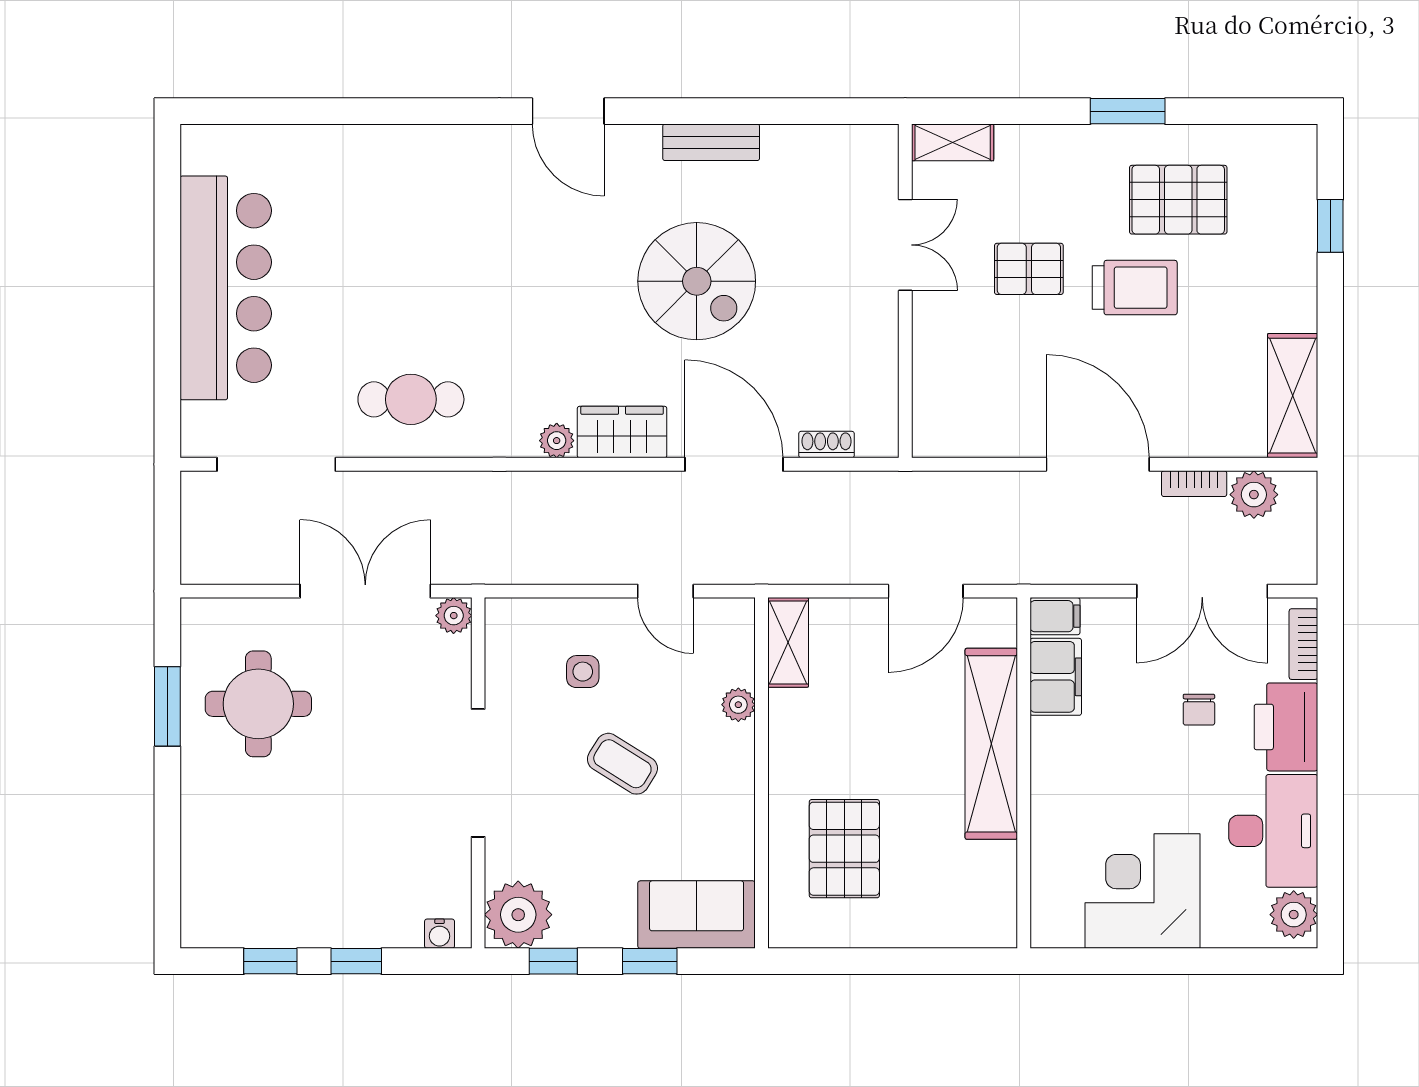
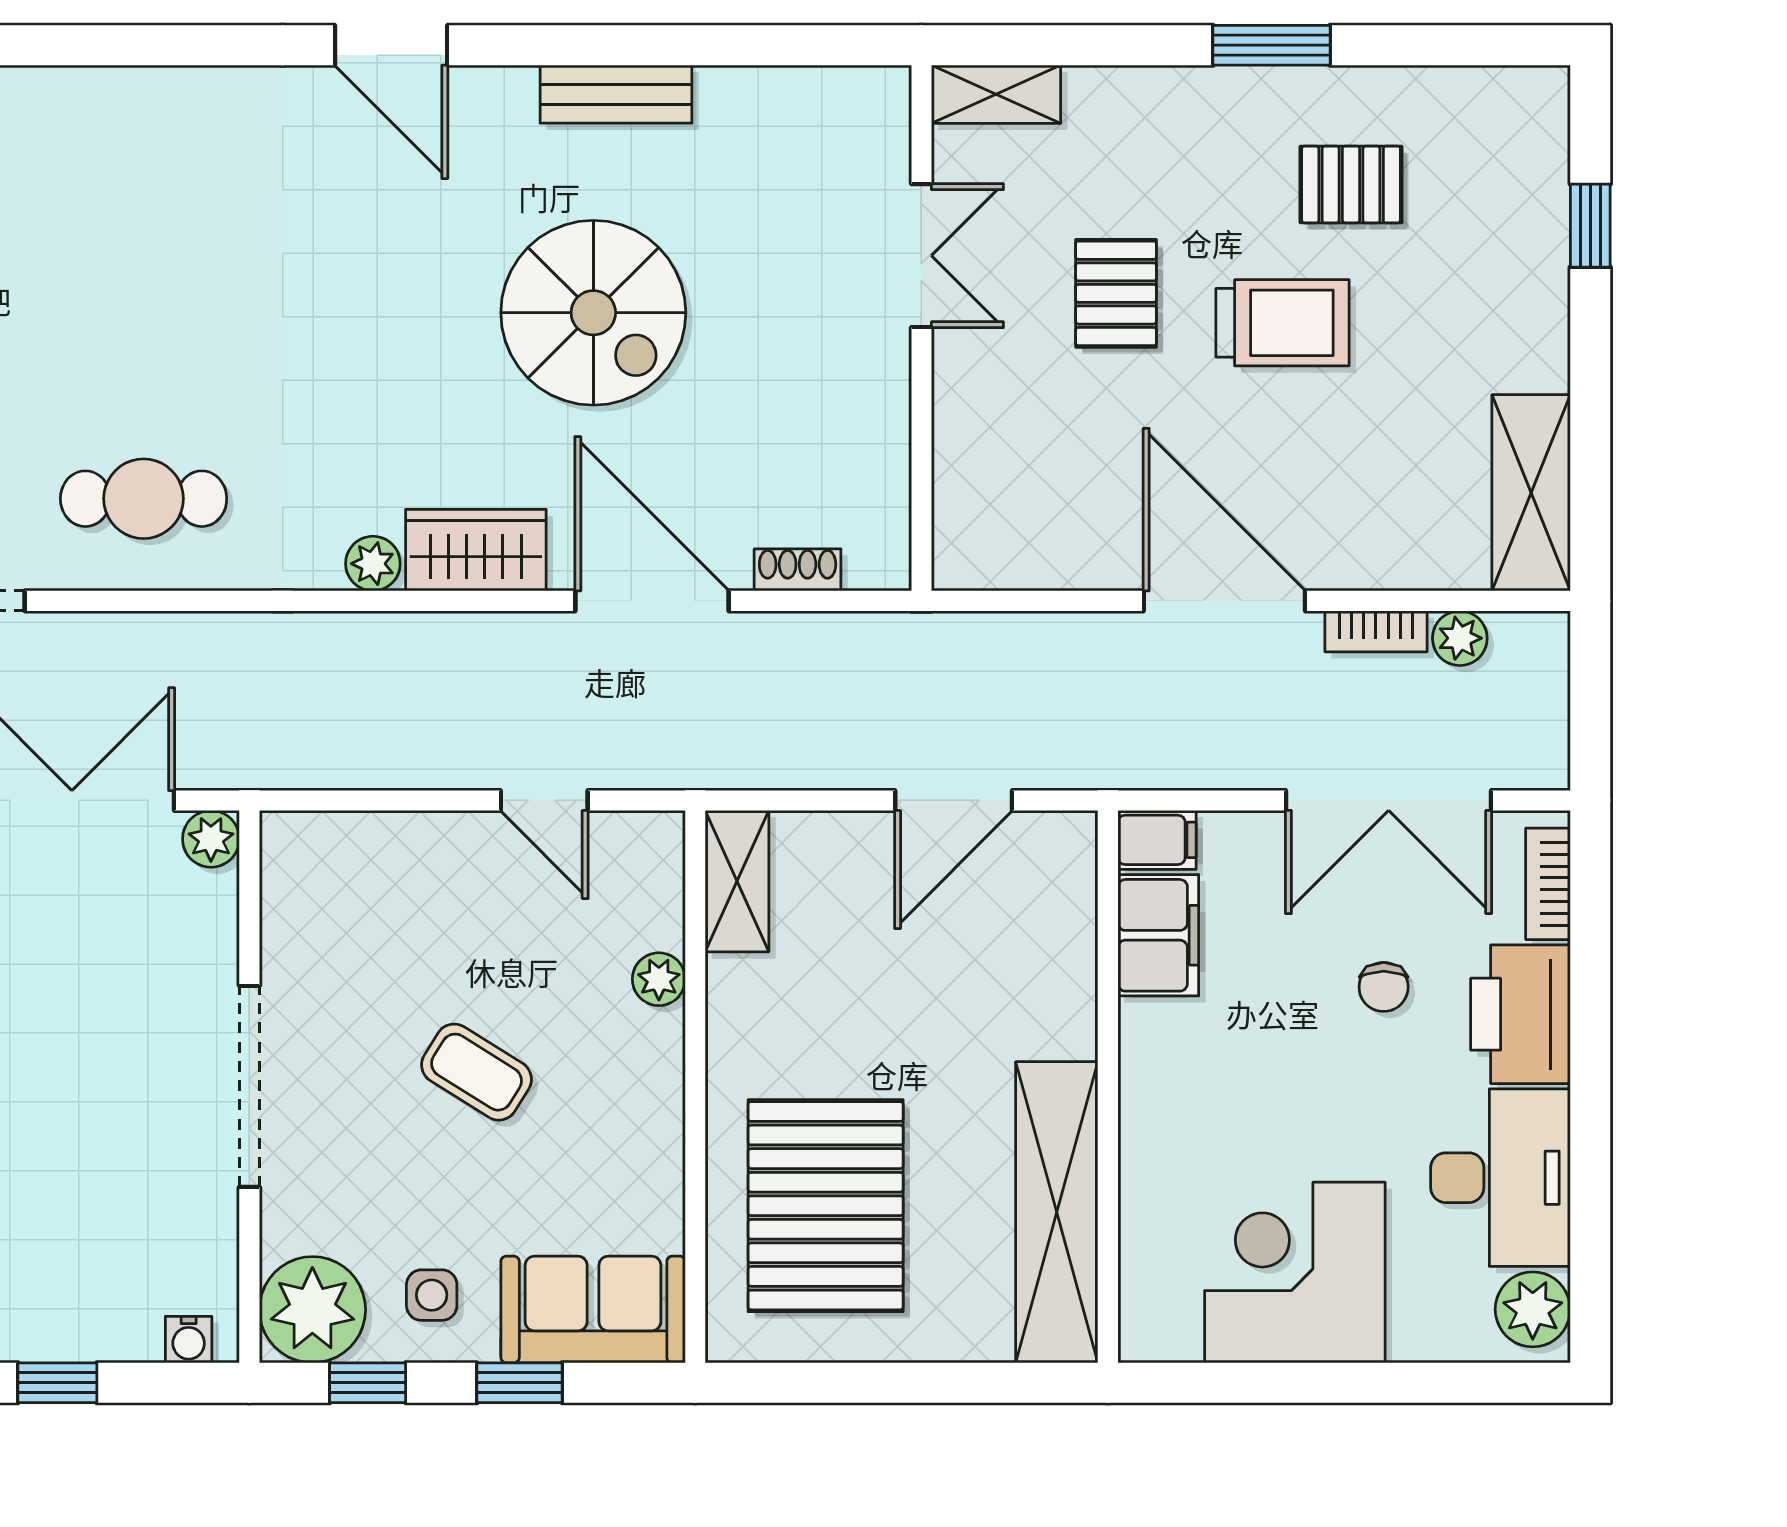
pallet: (1178, 200) -> (1351, 184), width x0.67, depth x0.71
pallet: (1029, 269) -> (1116, 293), turned 90
plant: (1254, 495) -> (1460, 638), width x0.73, depth x0.73
side table: (583, 672) -> (432, 1295), moved
shelving: (991, 744) -> (1057, 1212), moved
pallet: (844, 849) -> (826, 1206), width x1.37, depth x1.41

